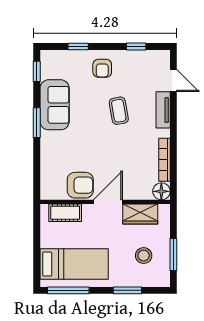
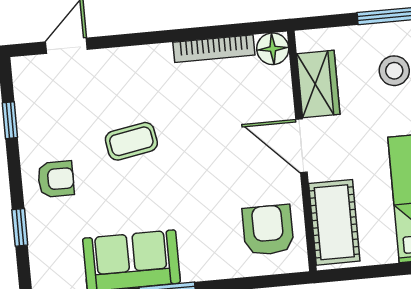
tv unit: (163, 110) -> (122, 60), removed
armchair: (80, 185) -> (268, 230), moved
cot: (65, 213) -> (334, 222), width x1.37, depth x1.34

